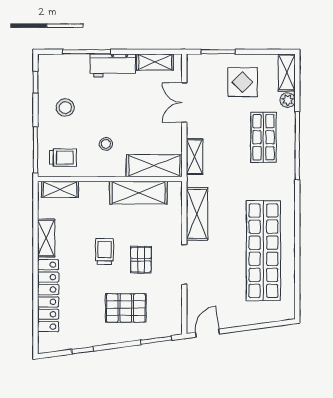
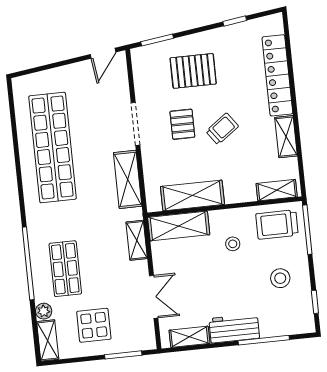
trolley: (63, 158) -> (277, 224), width x1.36, depth x1.39
trolley: (104, 252) -> (222, 129), turned -126

